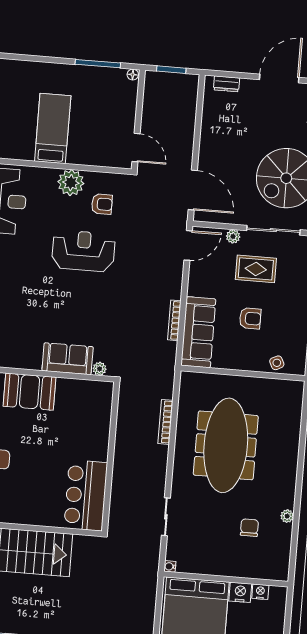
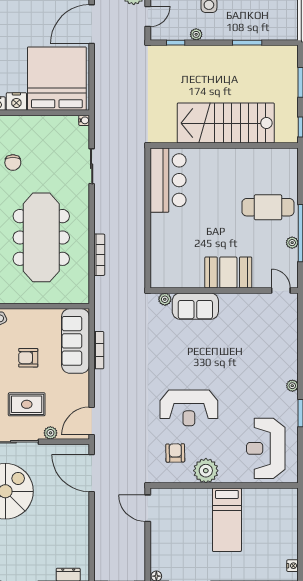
armchair: (102, 204) -> (175, 453), turned 89

